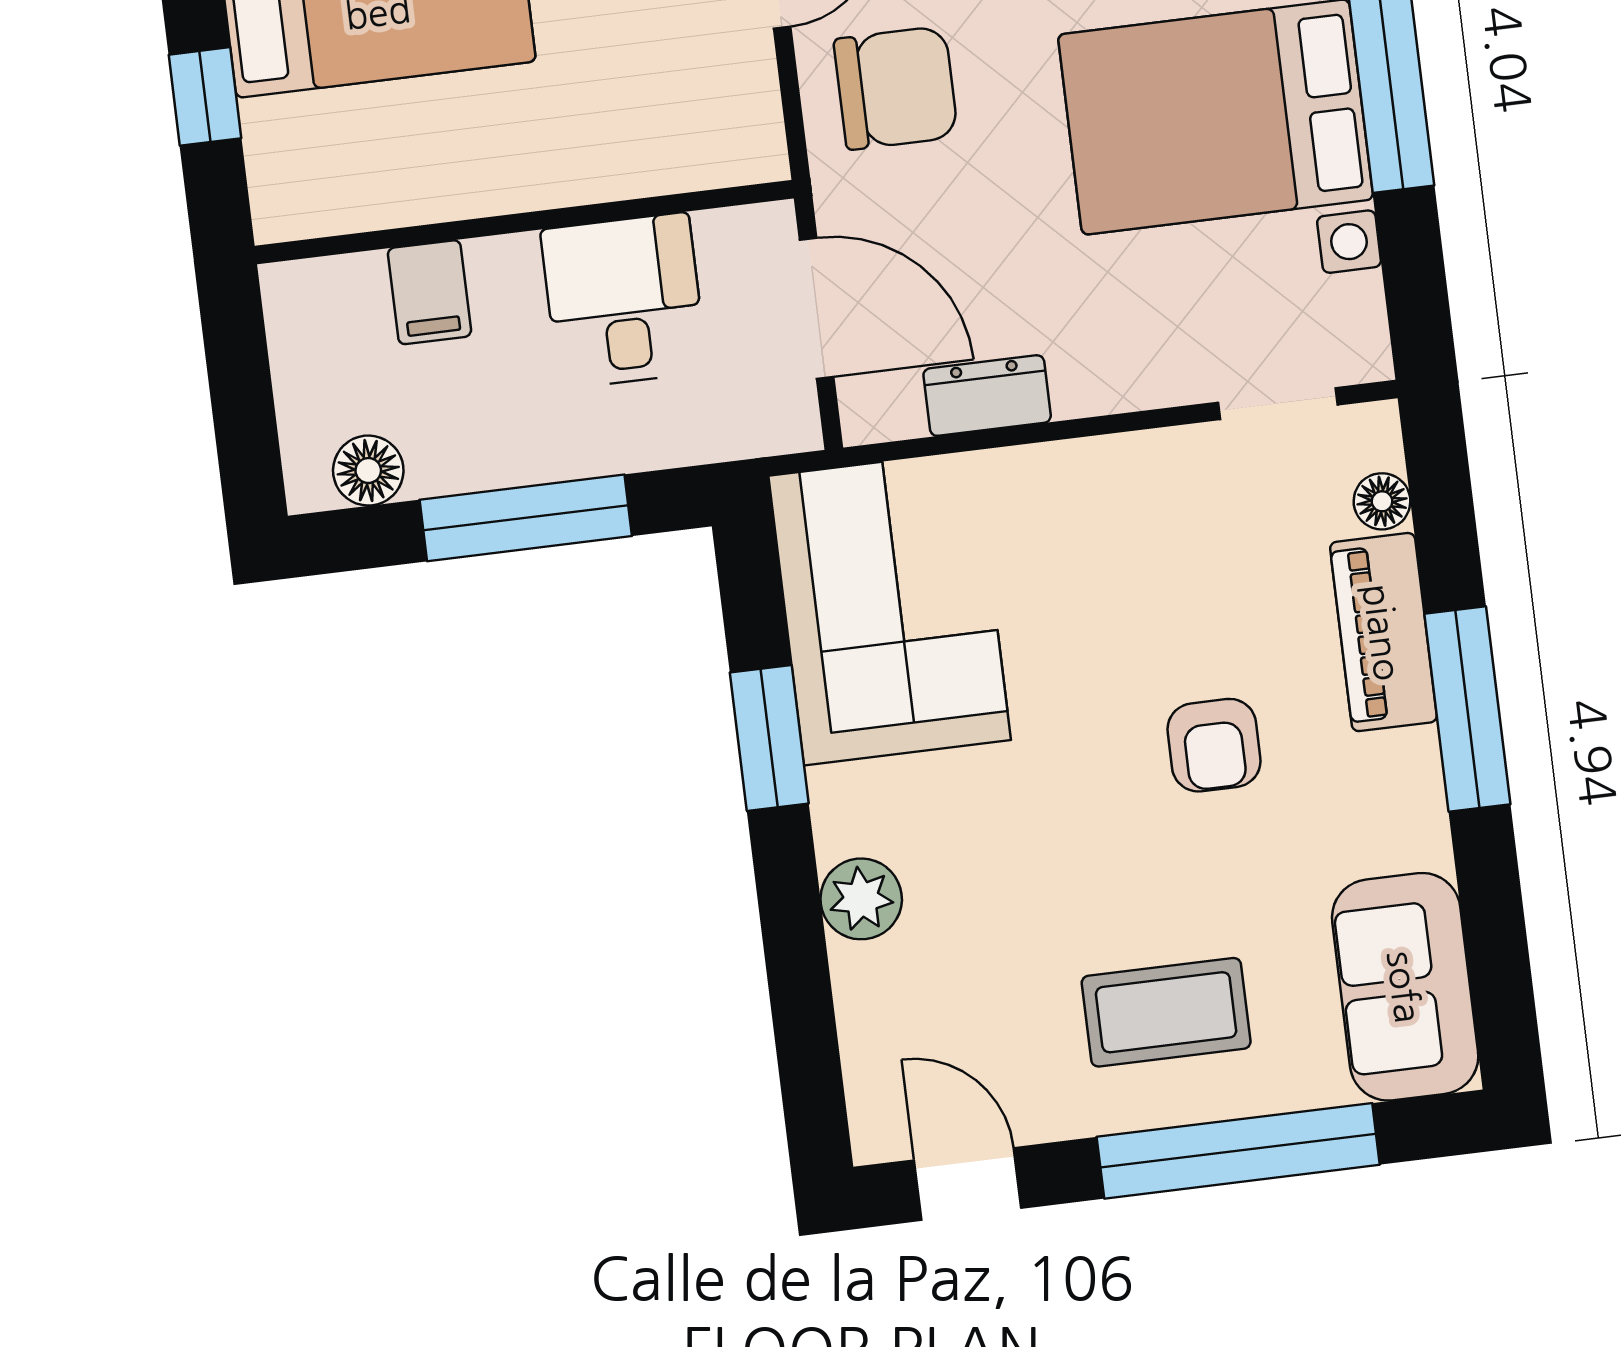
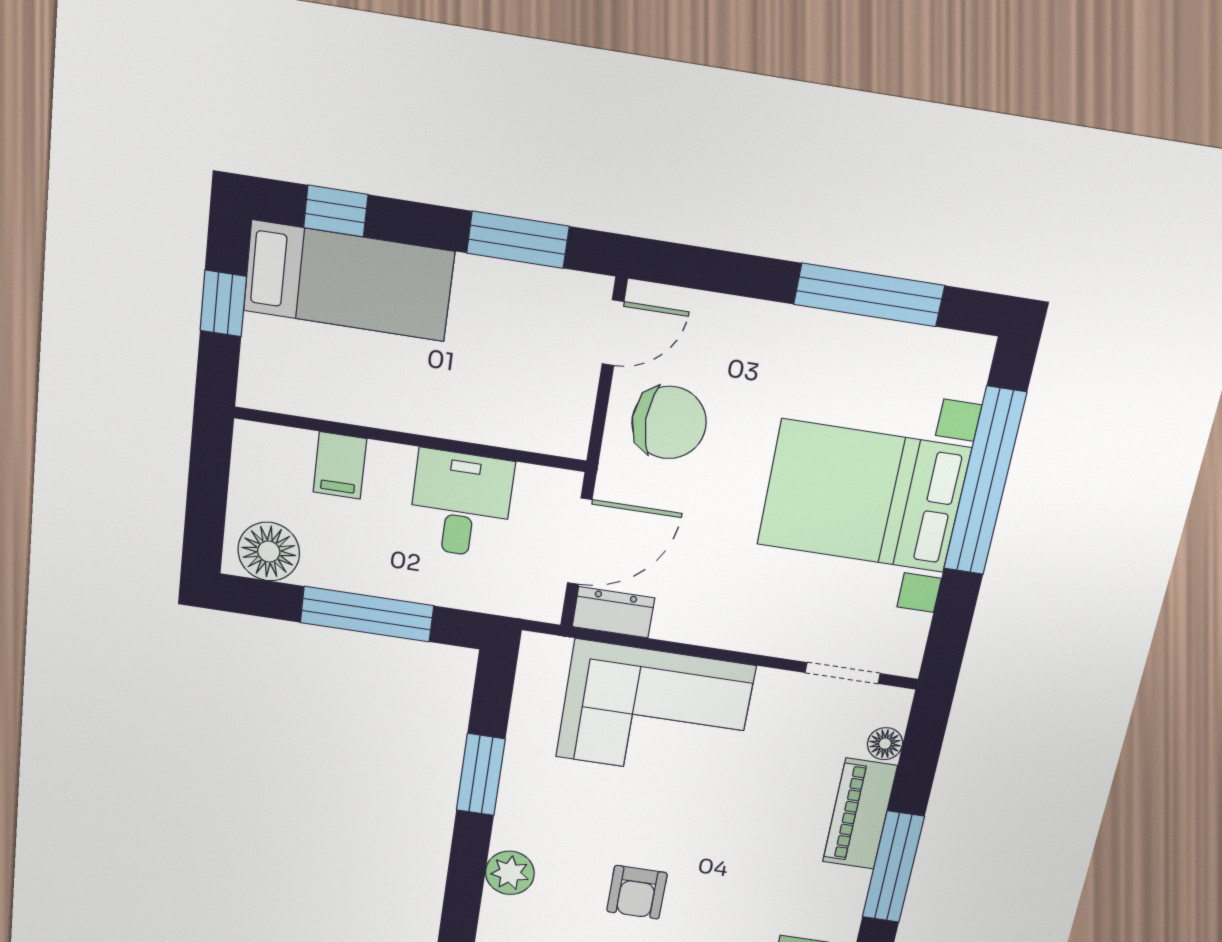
door: (817, 308) -> (580, 542), hinge flipped
dresser: (987, 396) -> (613, 612), moved
floor lamp: (368, 471) -> (269, 552), width x1.38, depth x1.38
corner sofa: (890, 608) -> (655, 711), moved, turned 90
armchair: (1214, 745) -> (637, 892), moved

